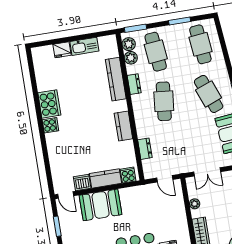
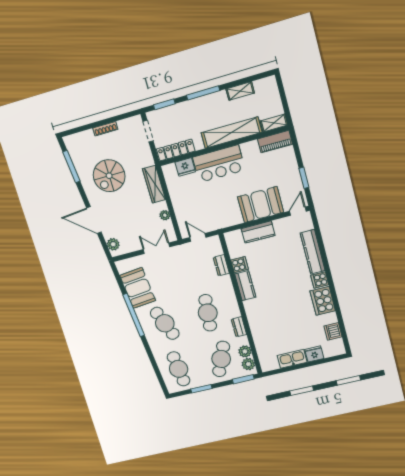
cafe table: (156, 52) -> (221, 359), turned 30
kitchen counter: (116, 79) -> (313, 252), moved, turned 180
cooker: (128, 175) -> (240, 265), moved, turned -90
dishwasher: (82, 182) -> (333, 331), moved, turned 90
door: (66, 195) -> (298, 211), hinge flipped

